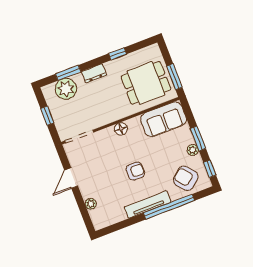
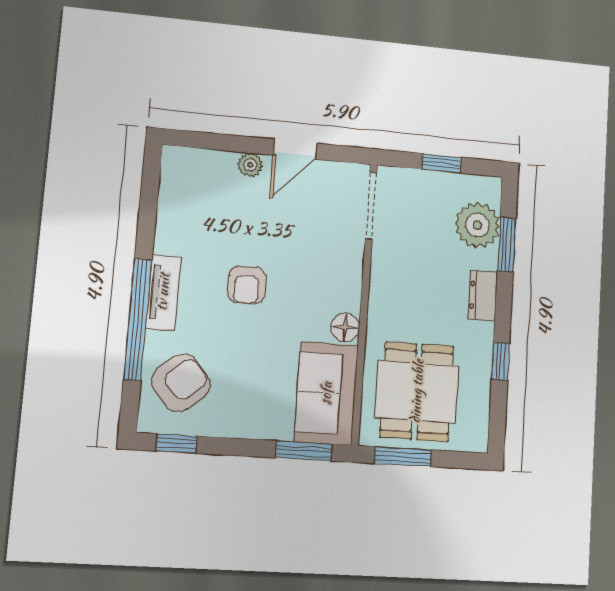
floor lamp: (121, 129) -> (345, 327), moved
window: (198, 139) -> (304, 451), moved
plant: (193, 150) -> (234, 425), removed
door: (71, 178) -> (295, 149), swing flipped
plant: (91, 204) -> (250, 165), moved
tv unit: (148, 205) -> (163, 292), width x0.71

